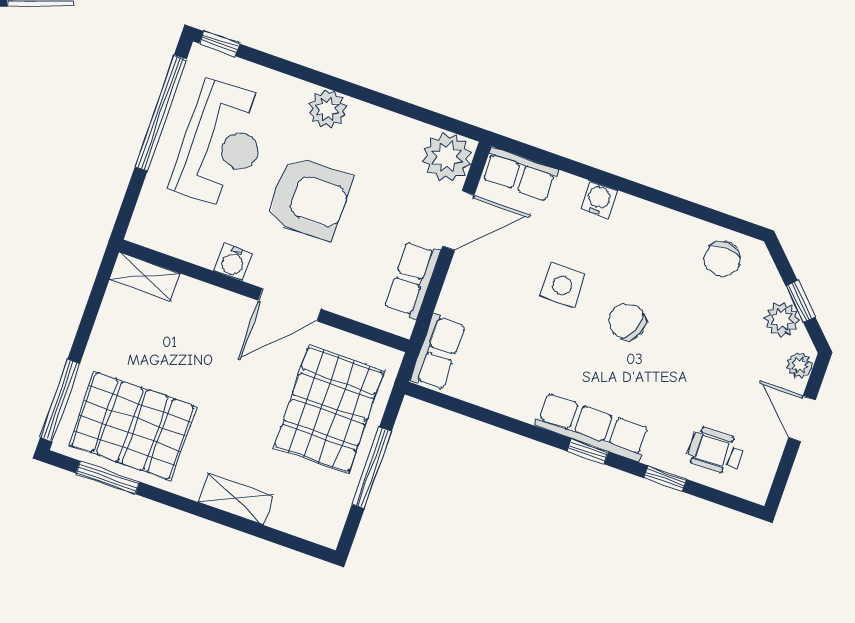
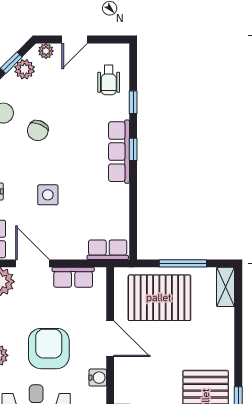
chair: (627, 322) -> (38, 131), moved
shelving: (236, 499) -> (226, 287), moved

